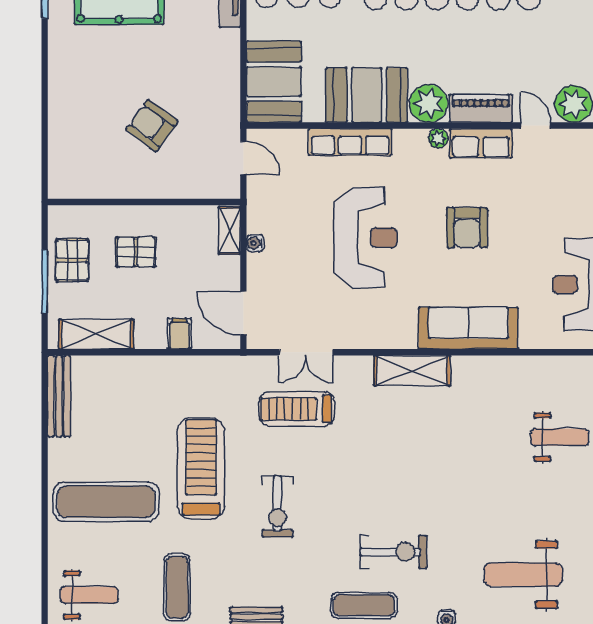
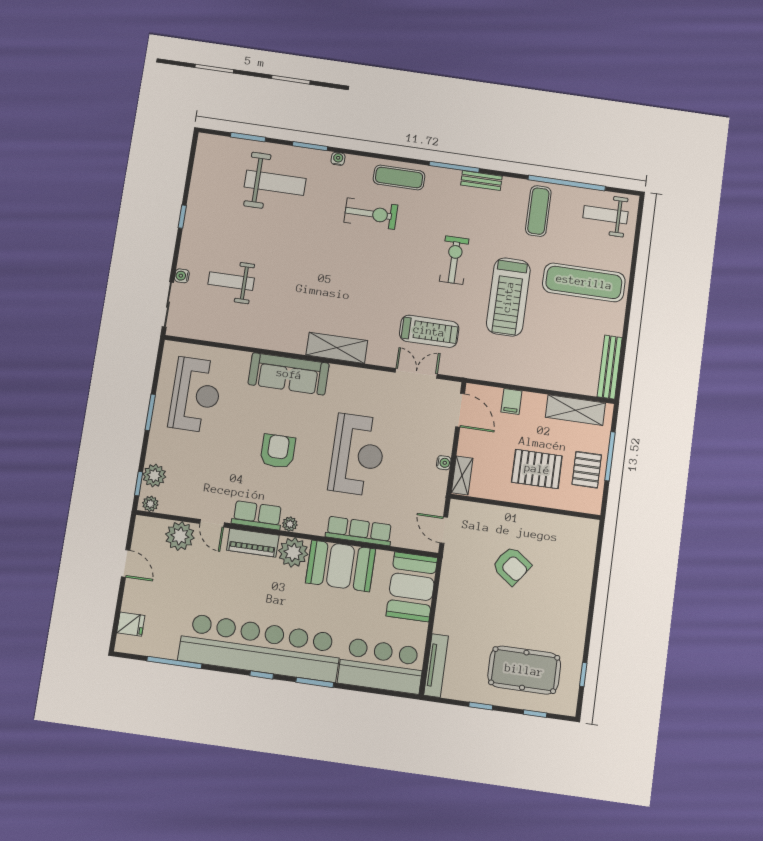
reception desk: (366, 238) -> (357, 455), turned 180
pallet: (136, 252) -> (537, 469), width x1.50, depth x1.42
exercise bike: (393, 552) -> (371, 214), turned 180

